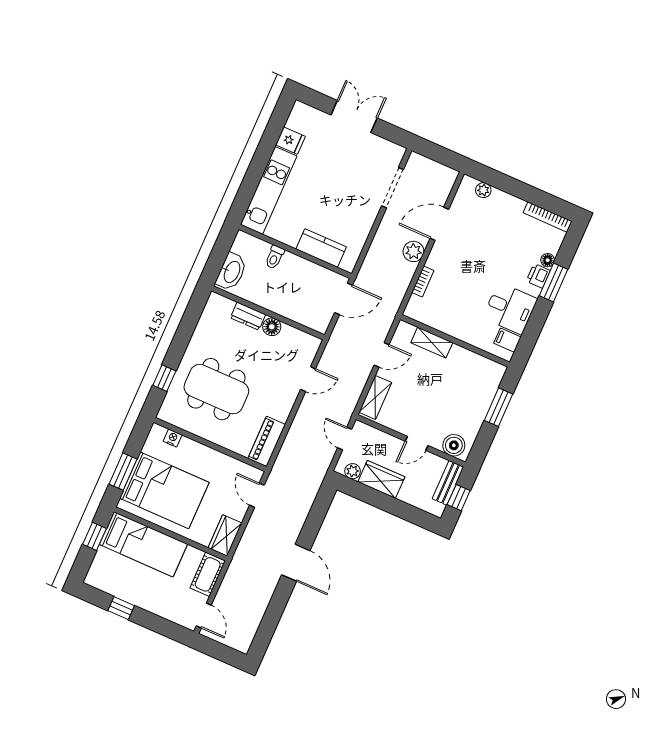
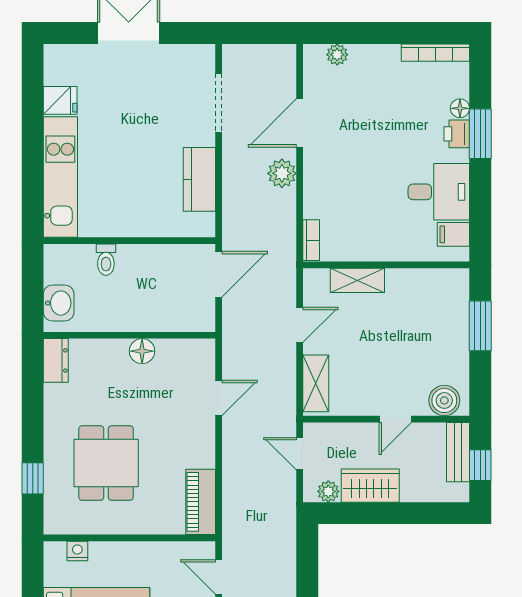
kitchen counter: (321, 248) -> (199, 179), moved, turned -90
washbasin: (231, 272) -> (59, 303), width x0.72
bookcase: (423, 281) -> (311, 240), moved
dresser: (248, 316) -> (56, 360), moved, turned -90
dining table: (216, 389) -> (106, 463), width x0.73

